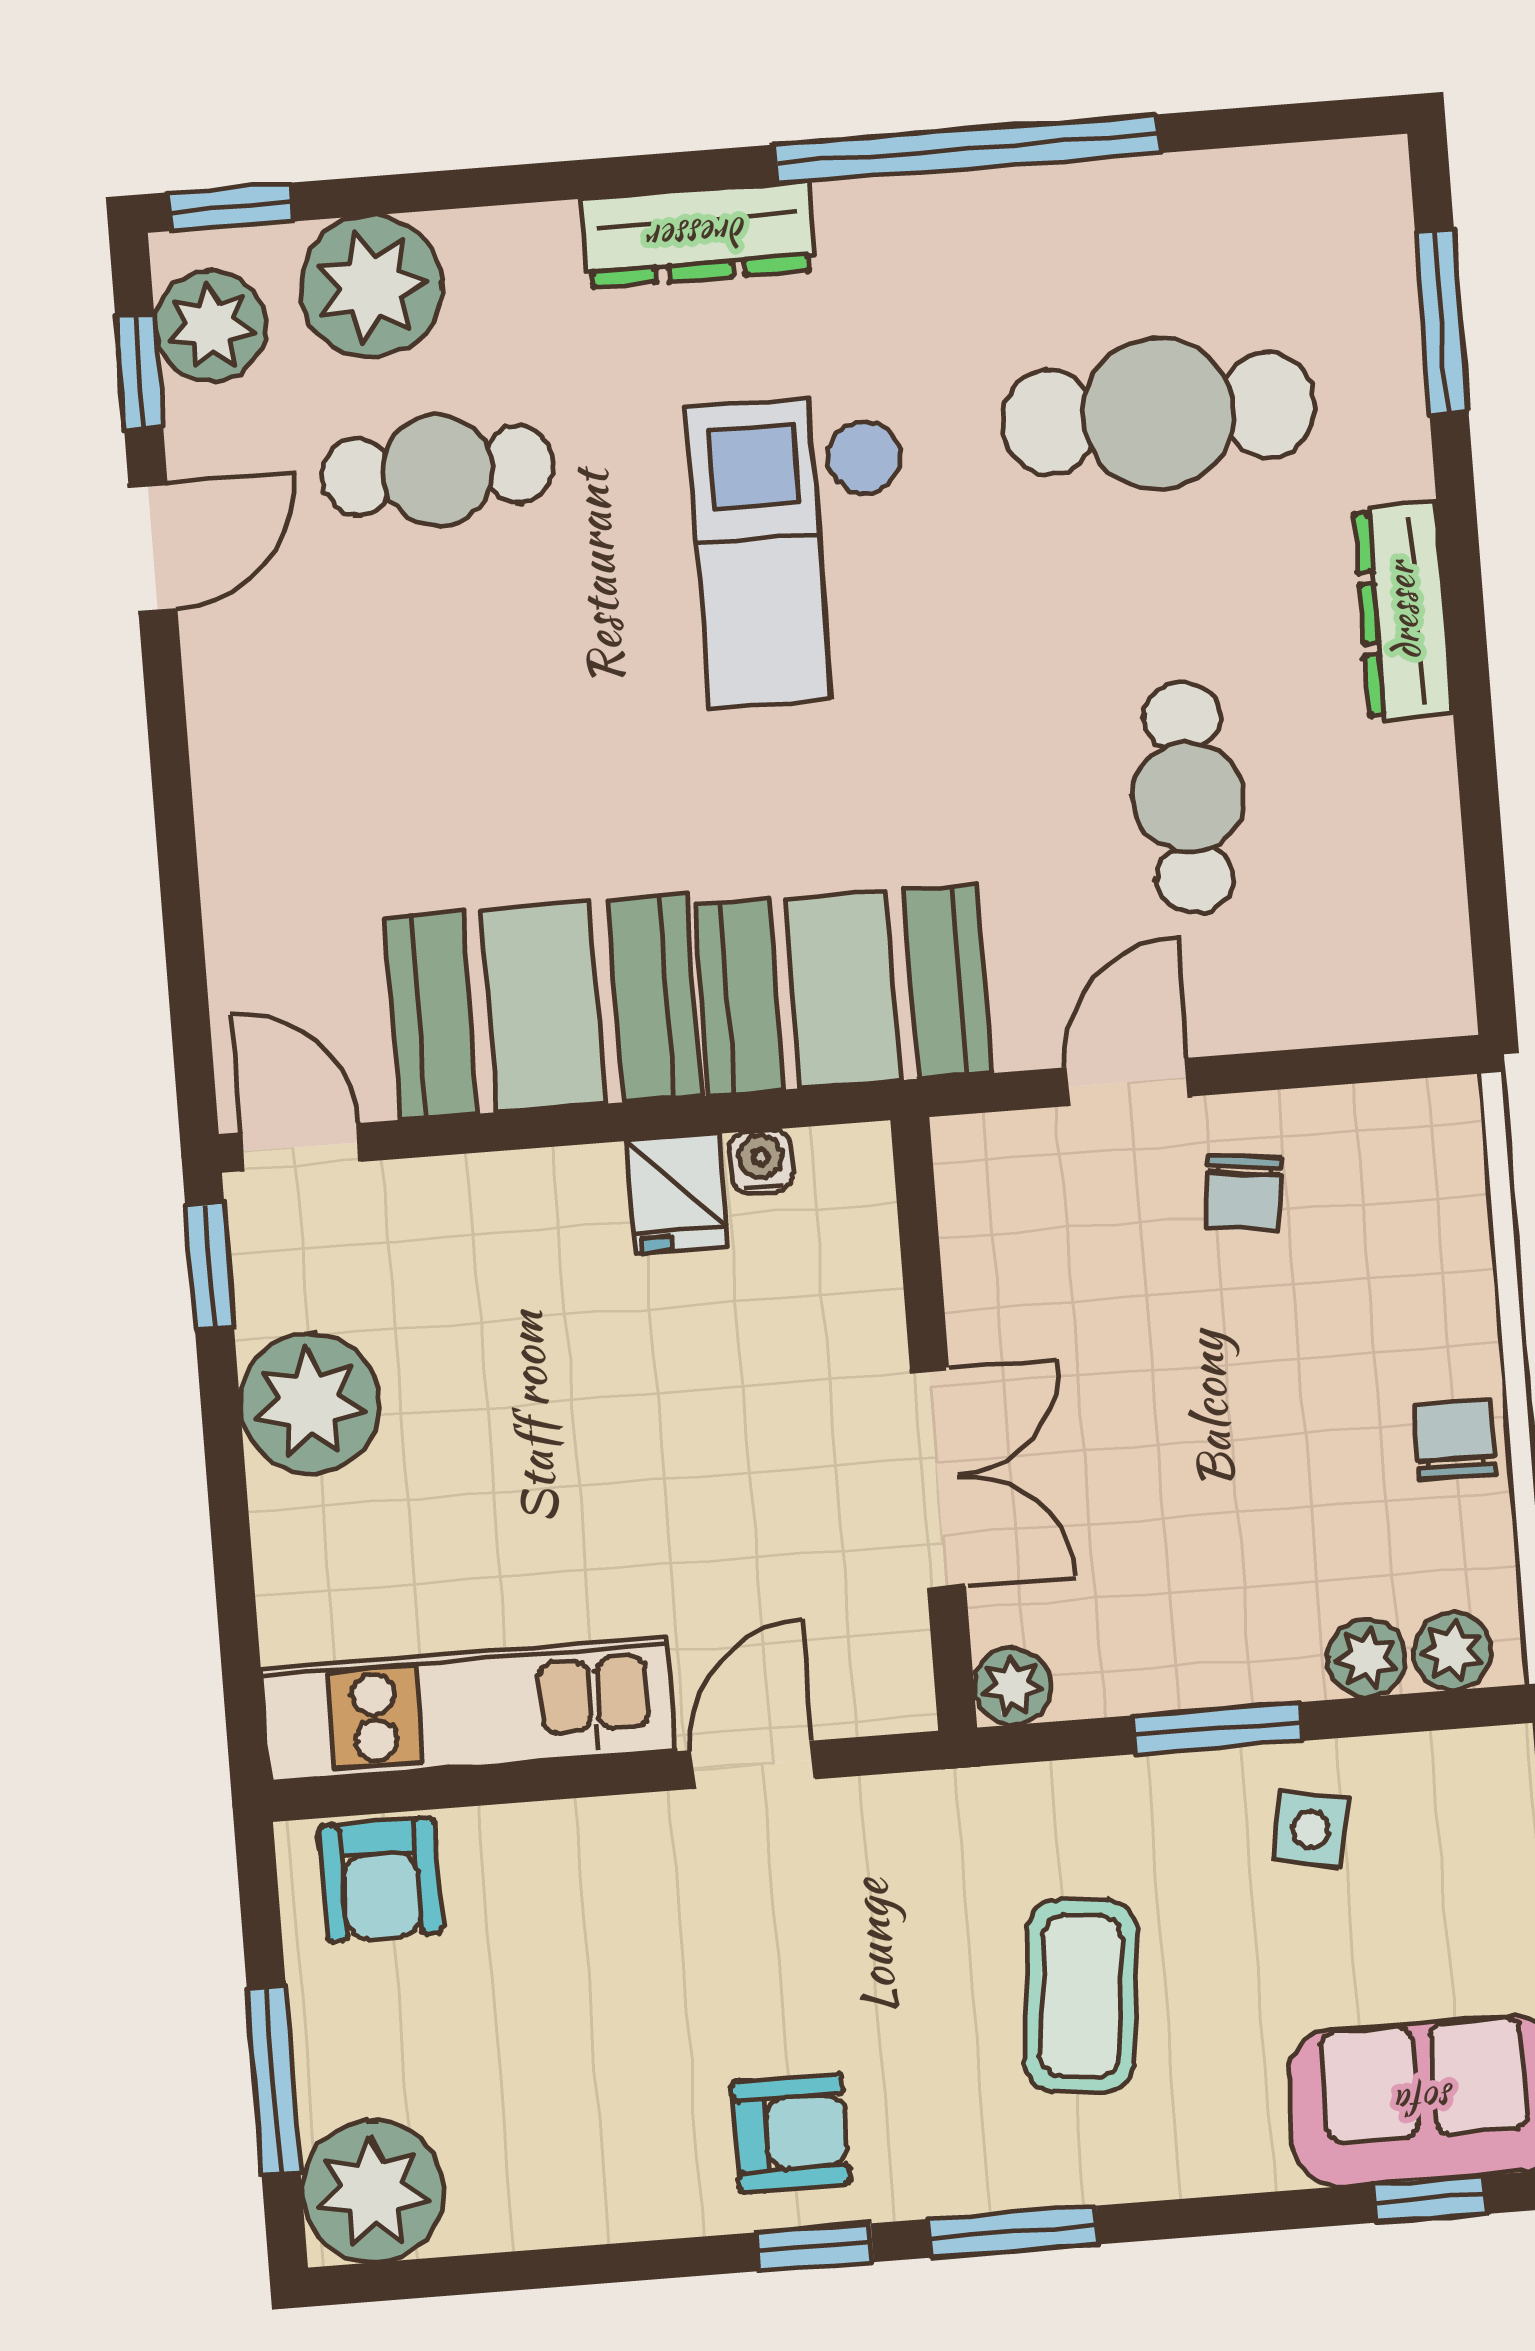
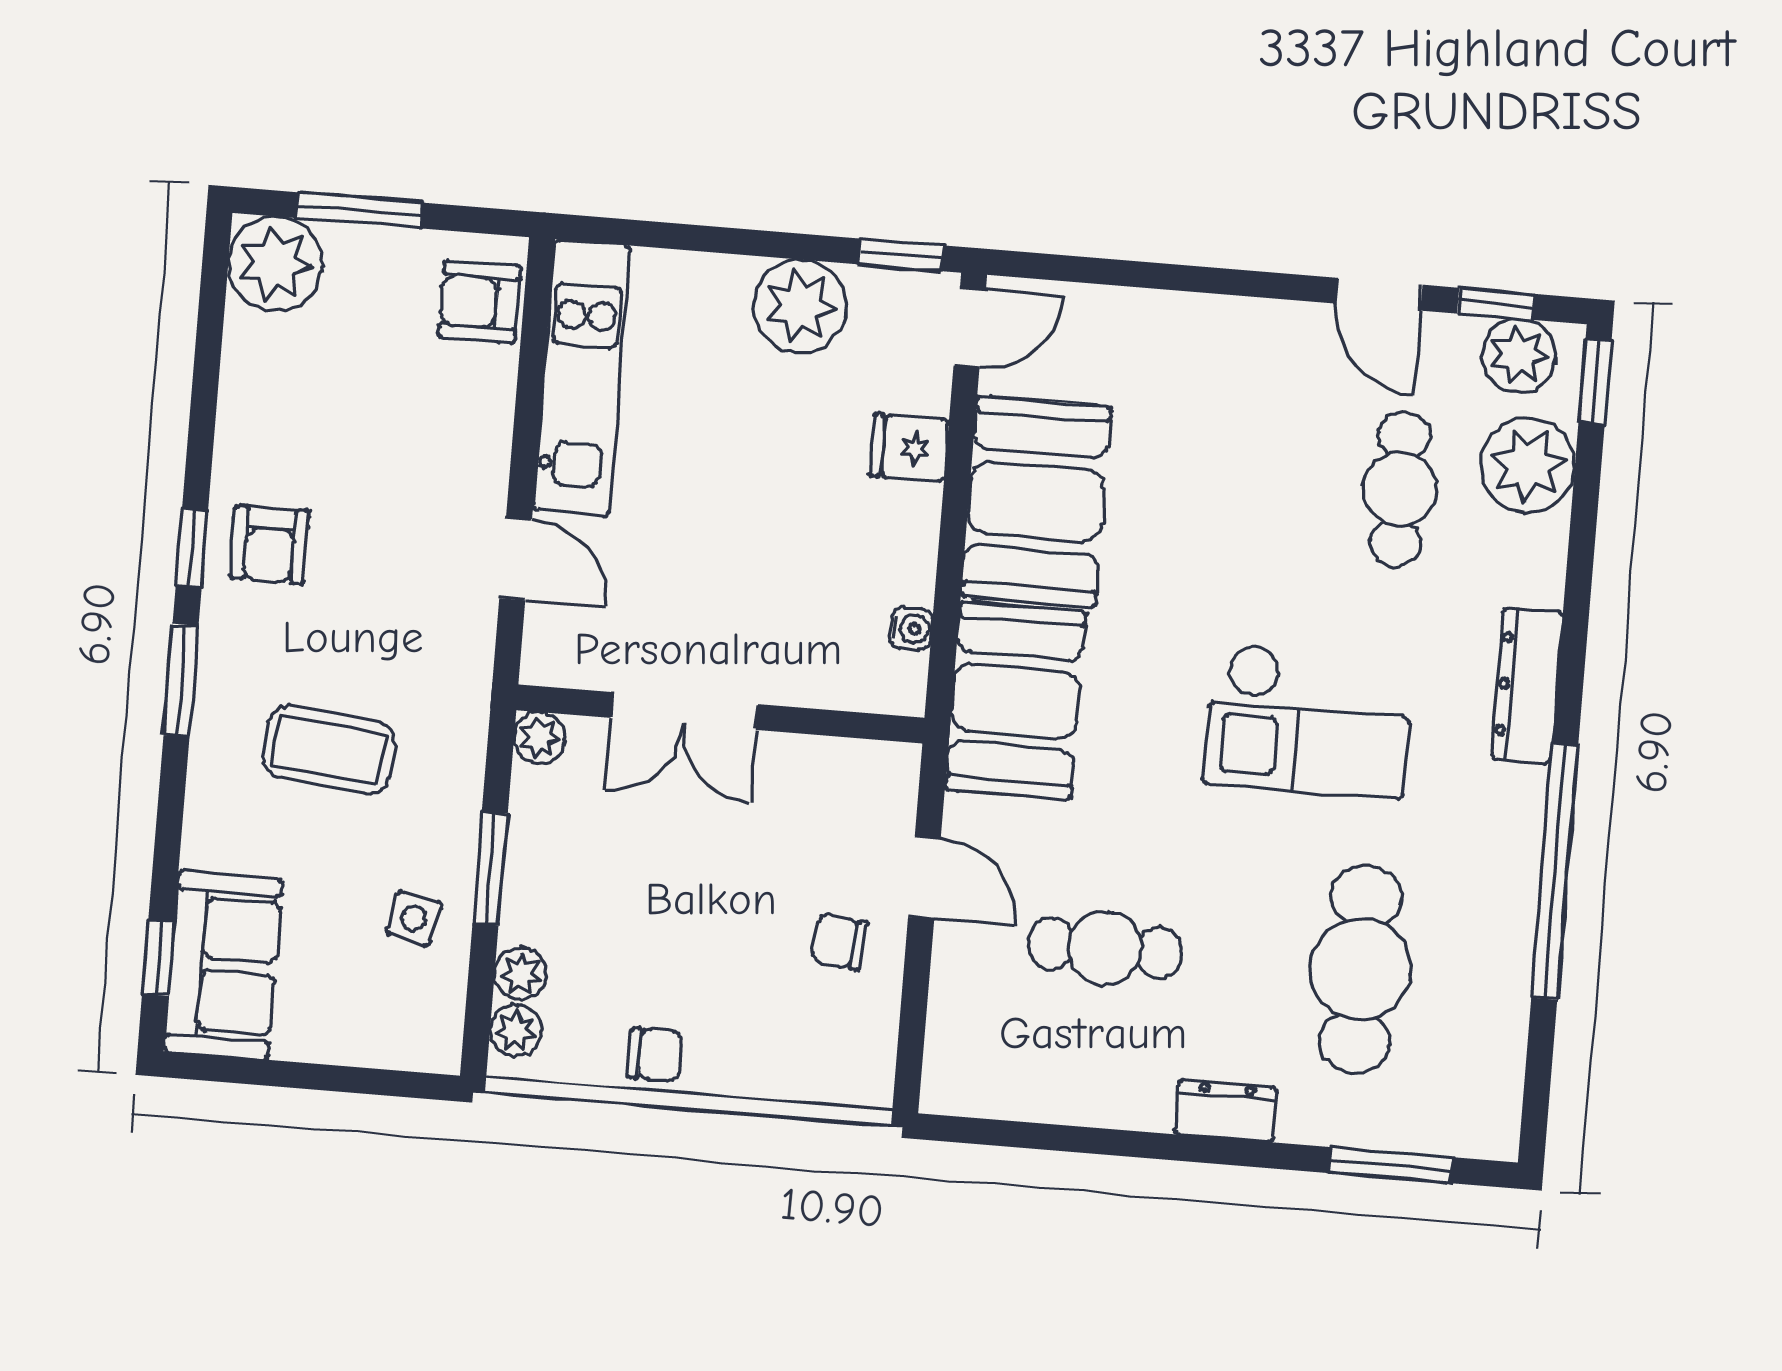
checkout: (803, 550) -> (1308, 721), turned 180
dresser: (1403, 611) -> (1226, 1111), width x0.70
fridge: (677, 1193) -> (909, 448), moved

